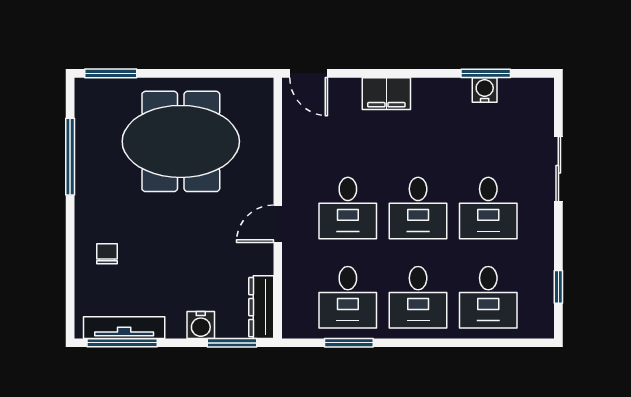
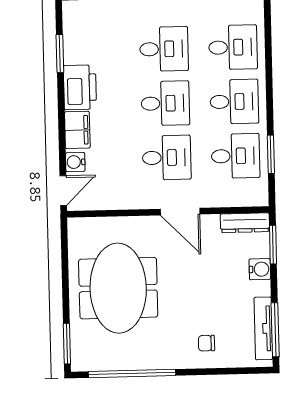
water cooler: (485, 90) -> (75, 162), moved
printer: (441, 98) -> (80, 87), added
window: (70, 157) -> (132, 373), width x1.46
door: (278, 224) -> (180, 212), width x1.38

